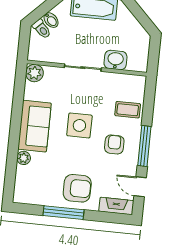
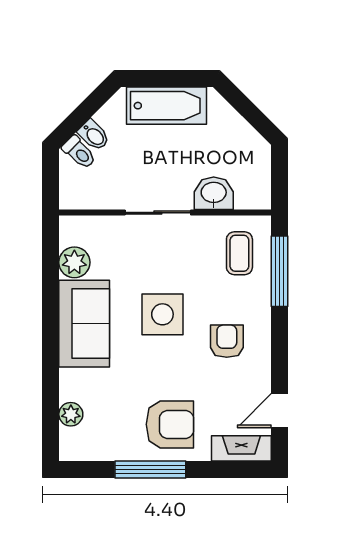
plant: (34, 73) -> (74, 262), moved
coffee table: (128, 110) -> (239, 253), moved, turned 90
window: (144, 146) -> (280, 271), moved
plant: (24, 158) -> (71, 414), moved
door: (140, 187) -> (280, 411), hinge flipped

